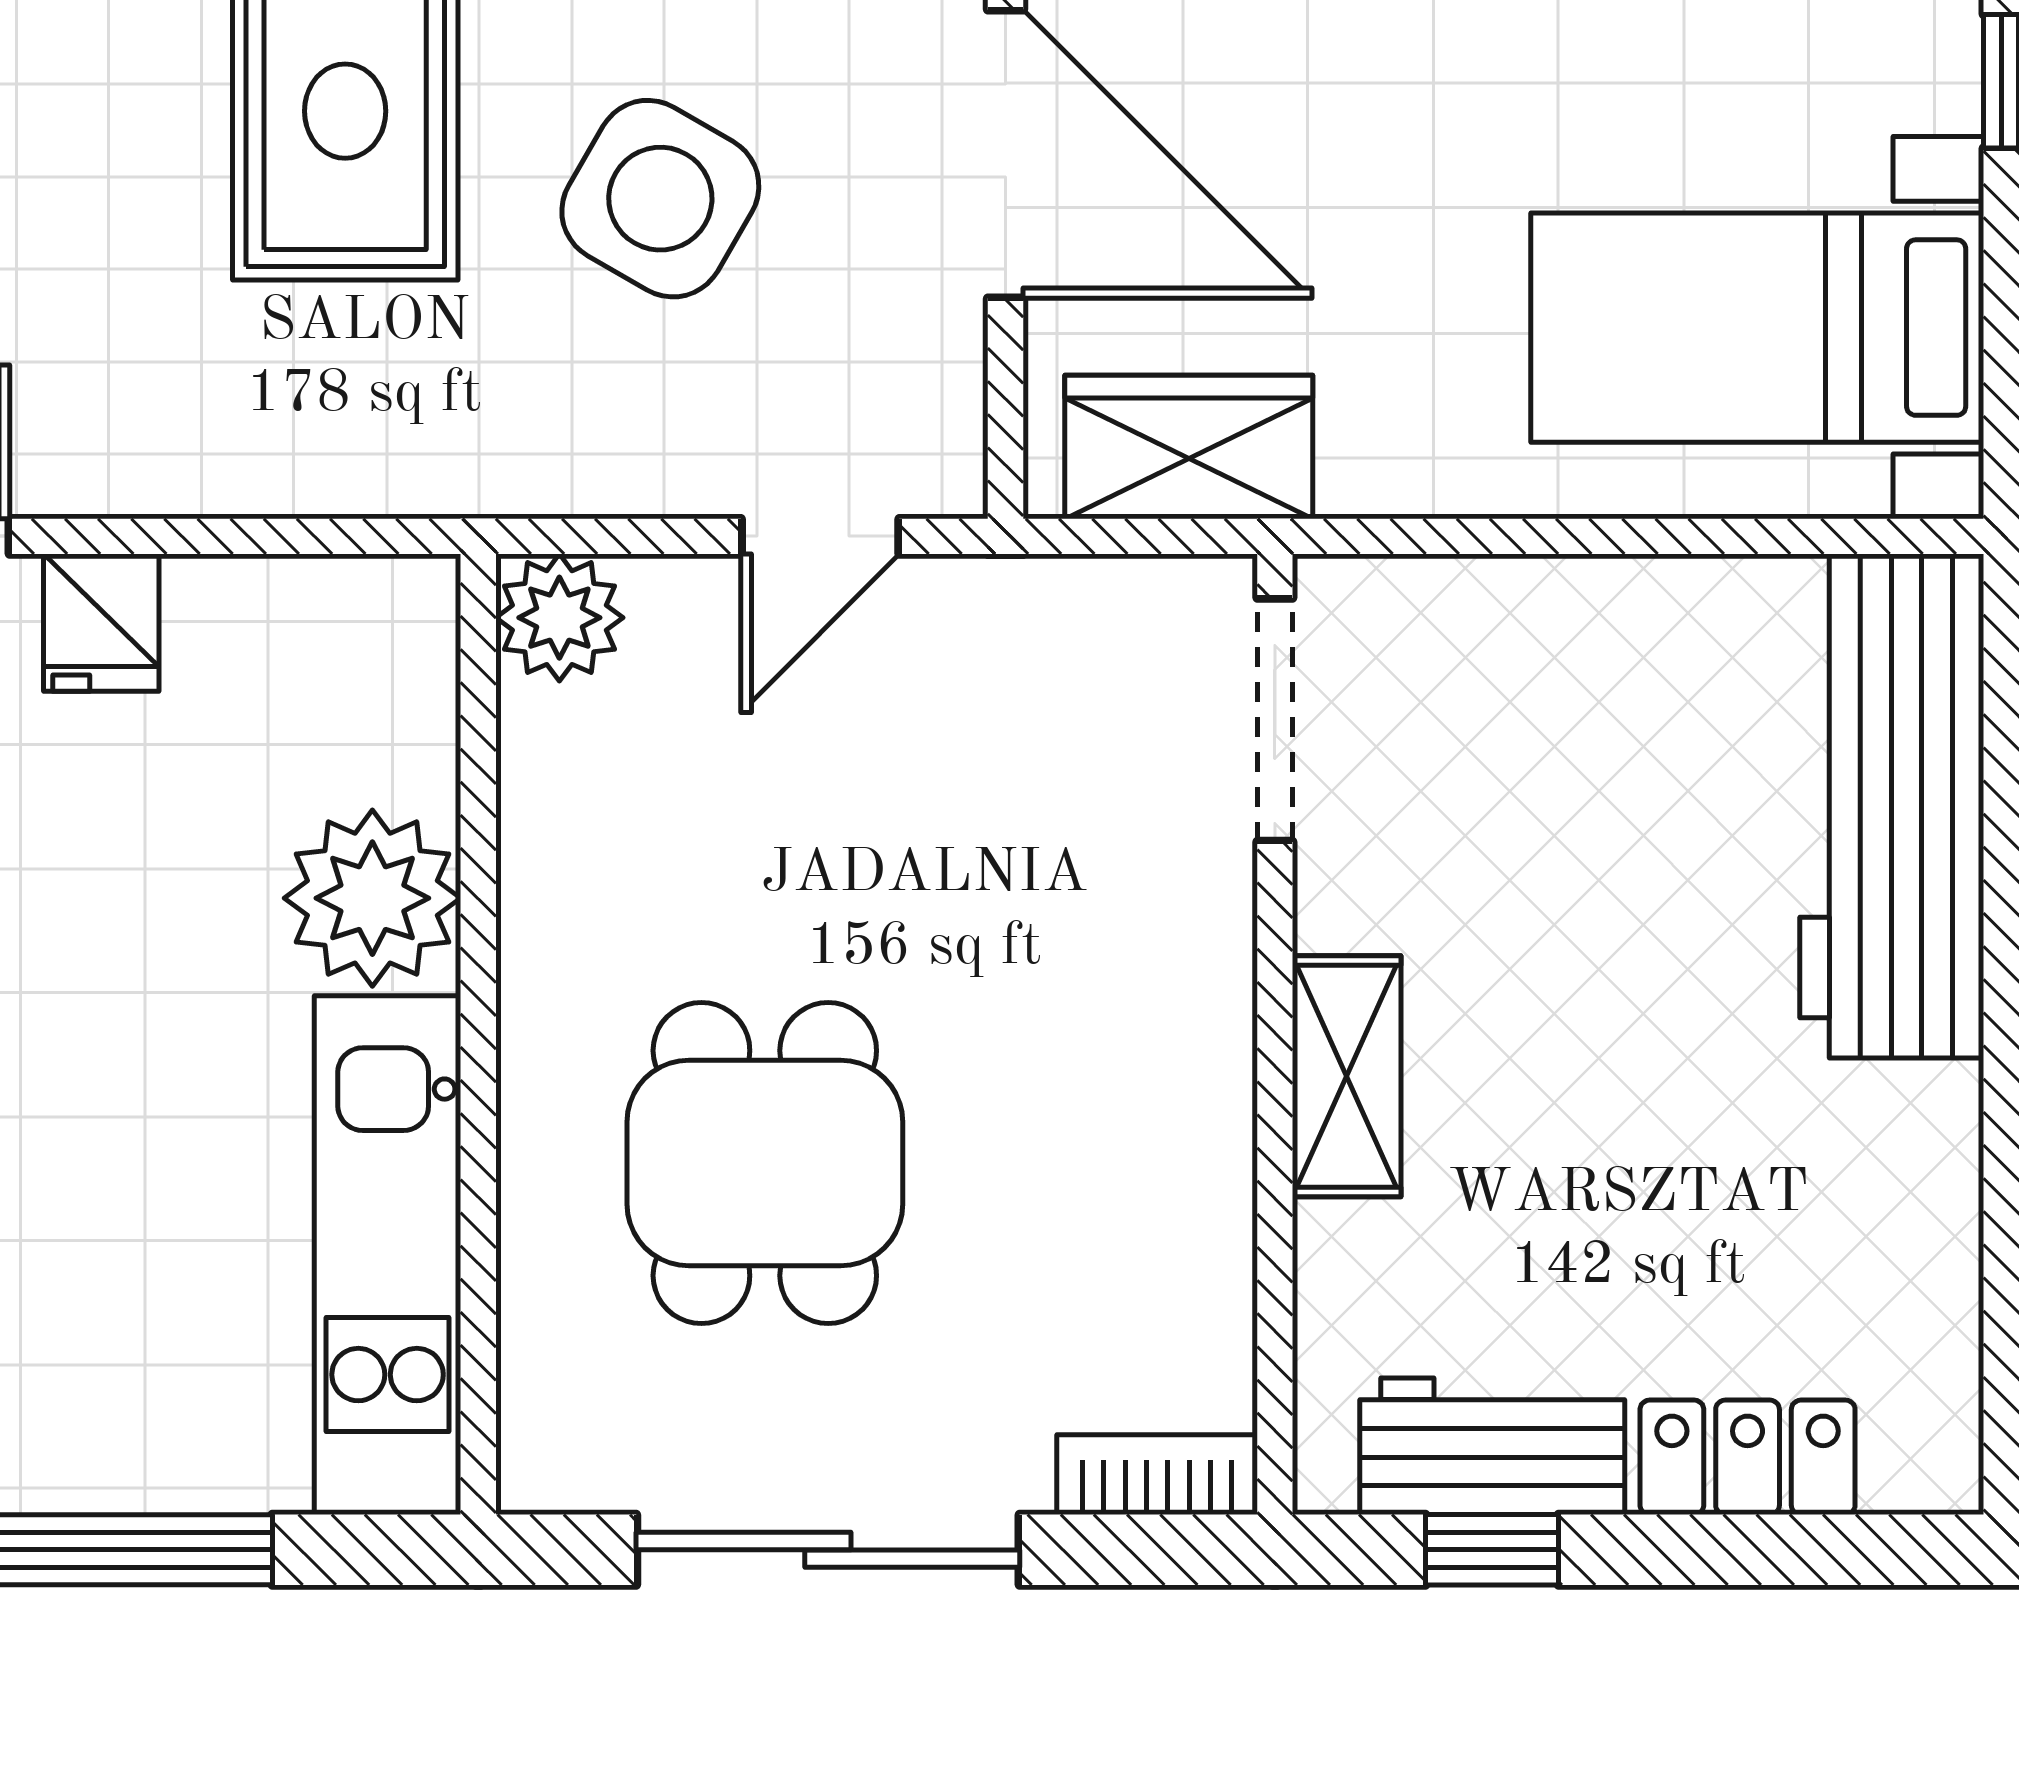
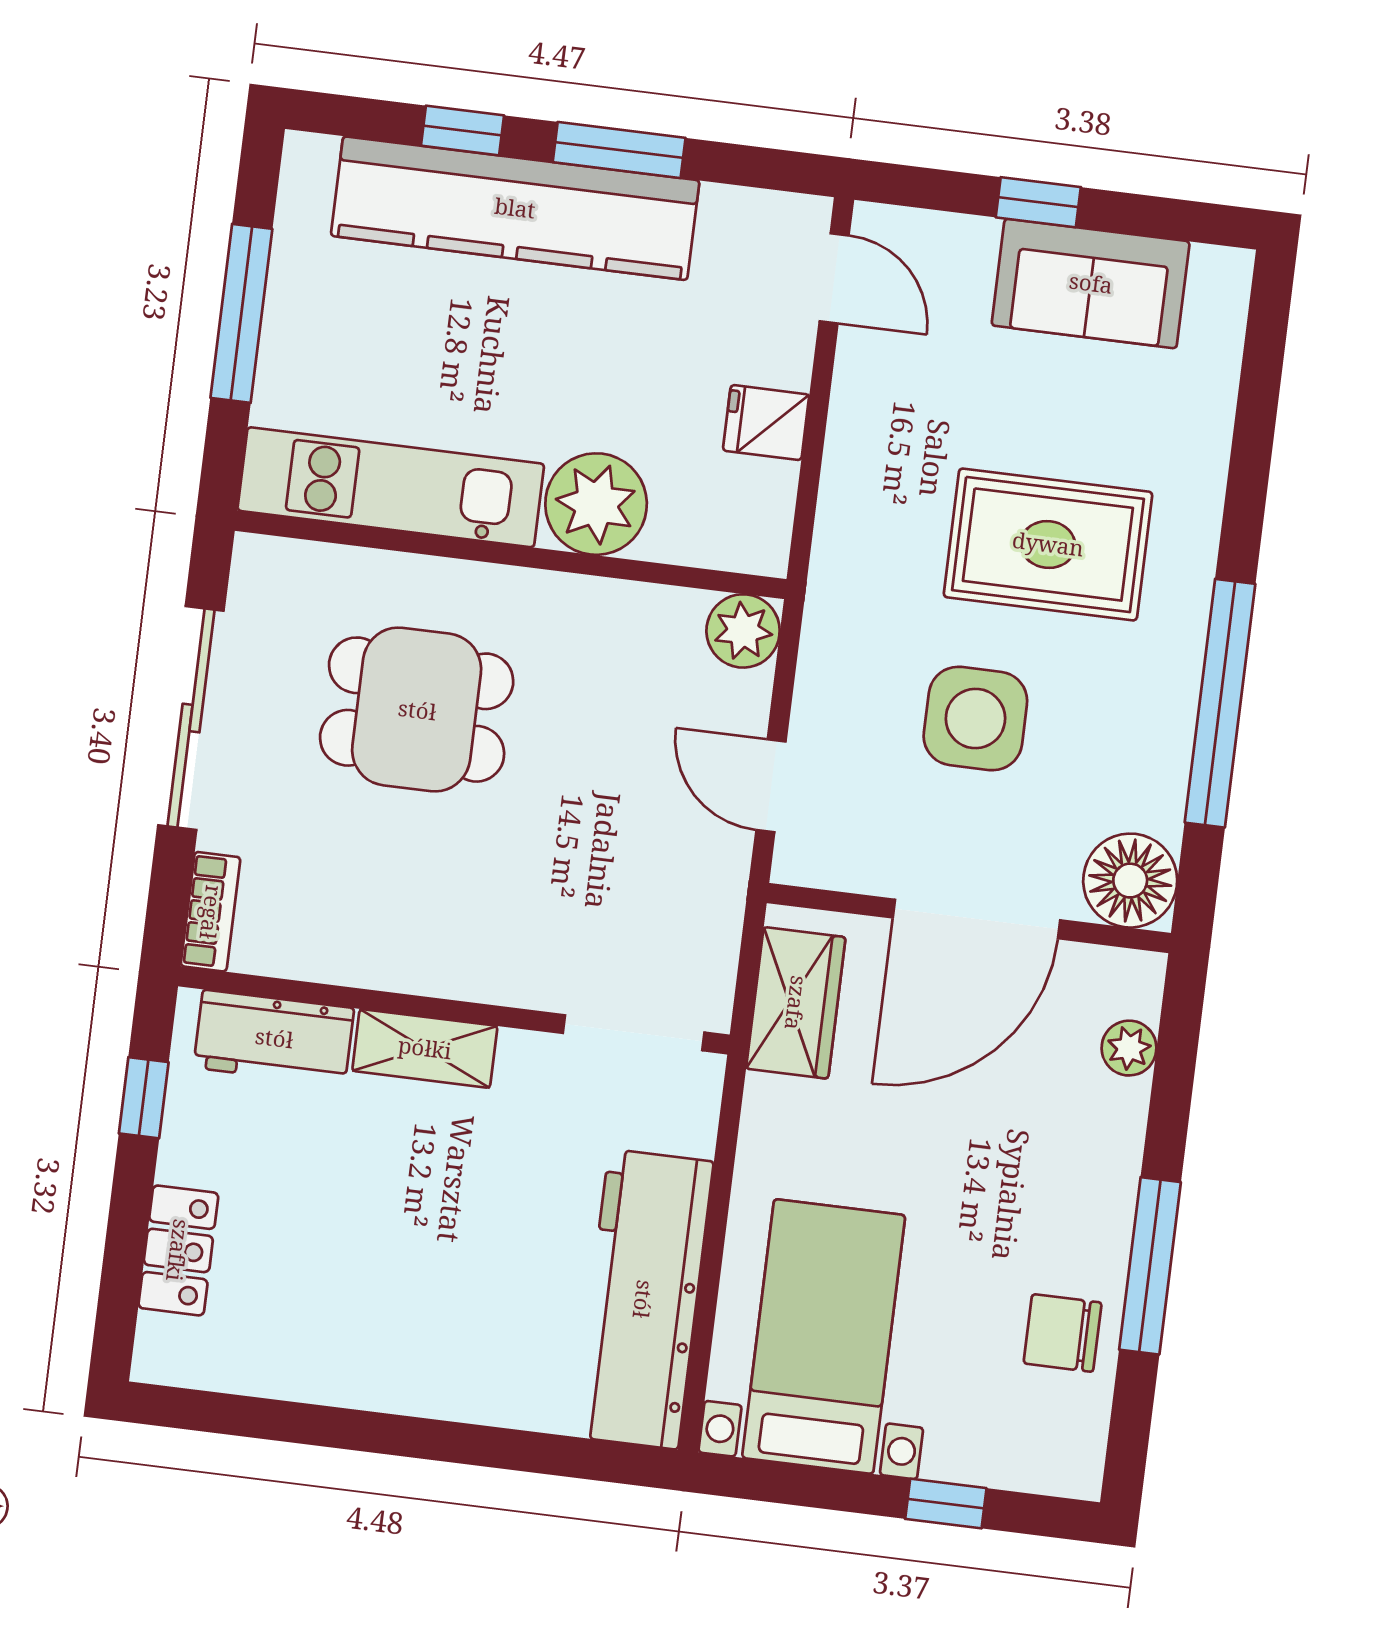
side table: (660, 199) -> (975, 718), turned -30
fridge: (101, 623) -> (766, 423), moved
workbench: (1892, 806) -> (643, 1299), moved, turned -90
workbench: (1492, 1446) -> (274, 1038), moved, turned 90

